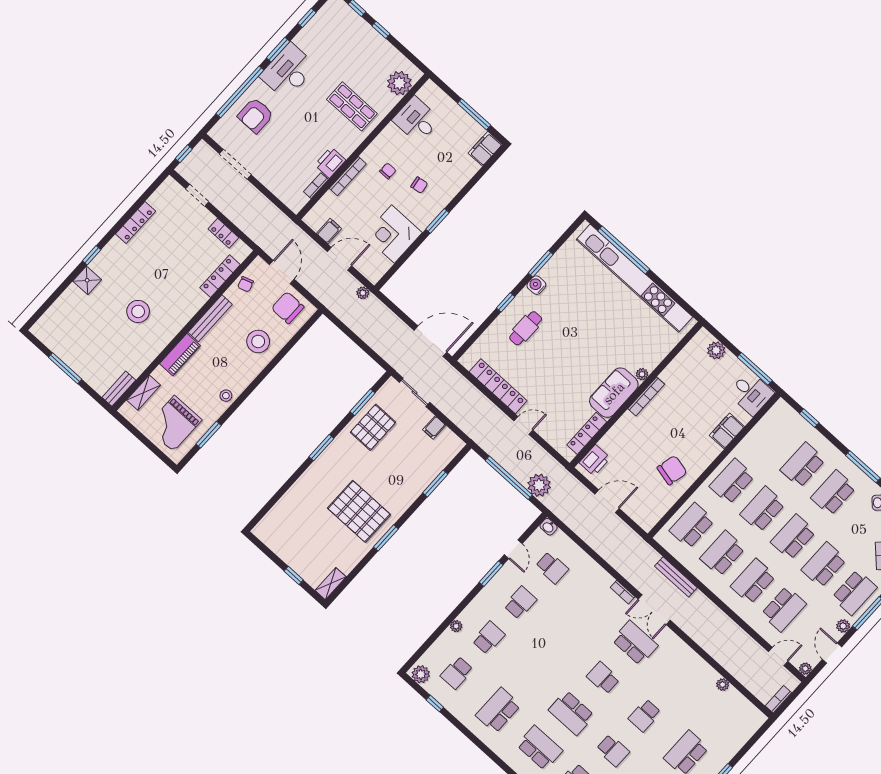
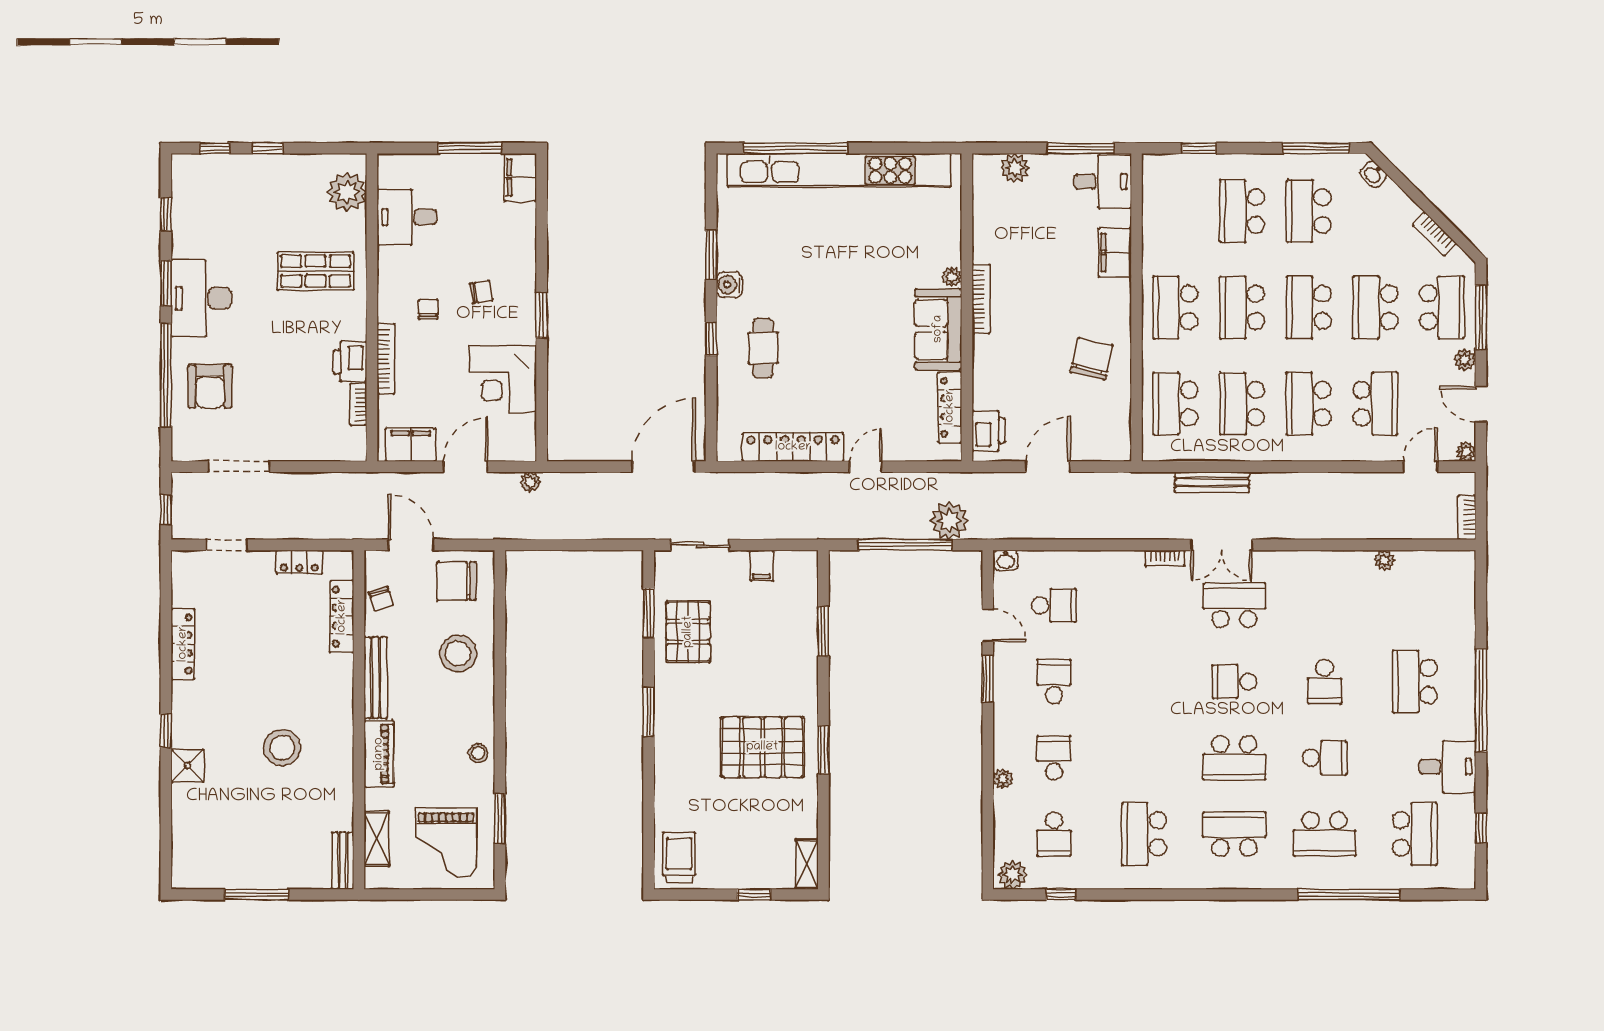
filing cabinet: (329, 231) -> (411, 445), width x2.00
trolley: (275, 527) -> (679, 857), added

